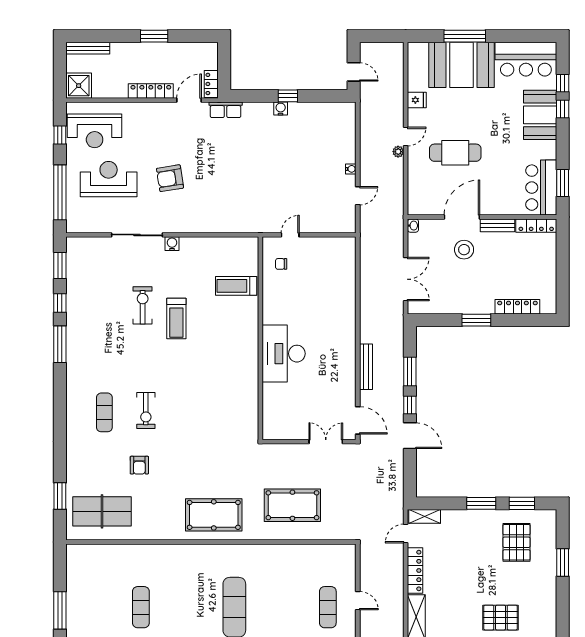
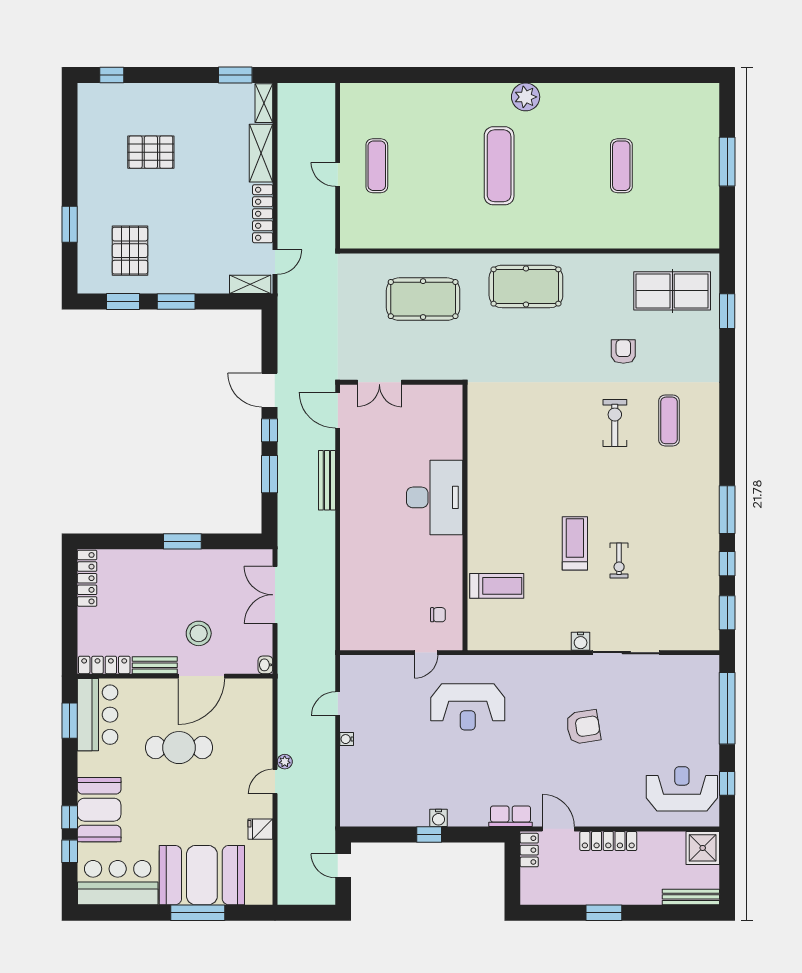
door: (189, 100) -> (558, 829), swing flipped
cafe table: (455, 153) -> (179, 748), moved
reception desk: (109, 179) -> (468, 707), moved
exercise bike: (143, 305) -> (619, 561), width x0.73, depth x0.72
locker: (517, 307) -> (87, 578), moved, turned -90

